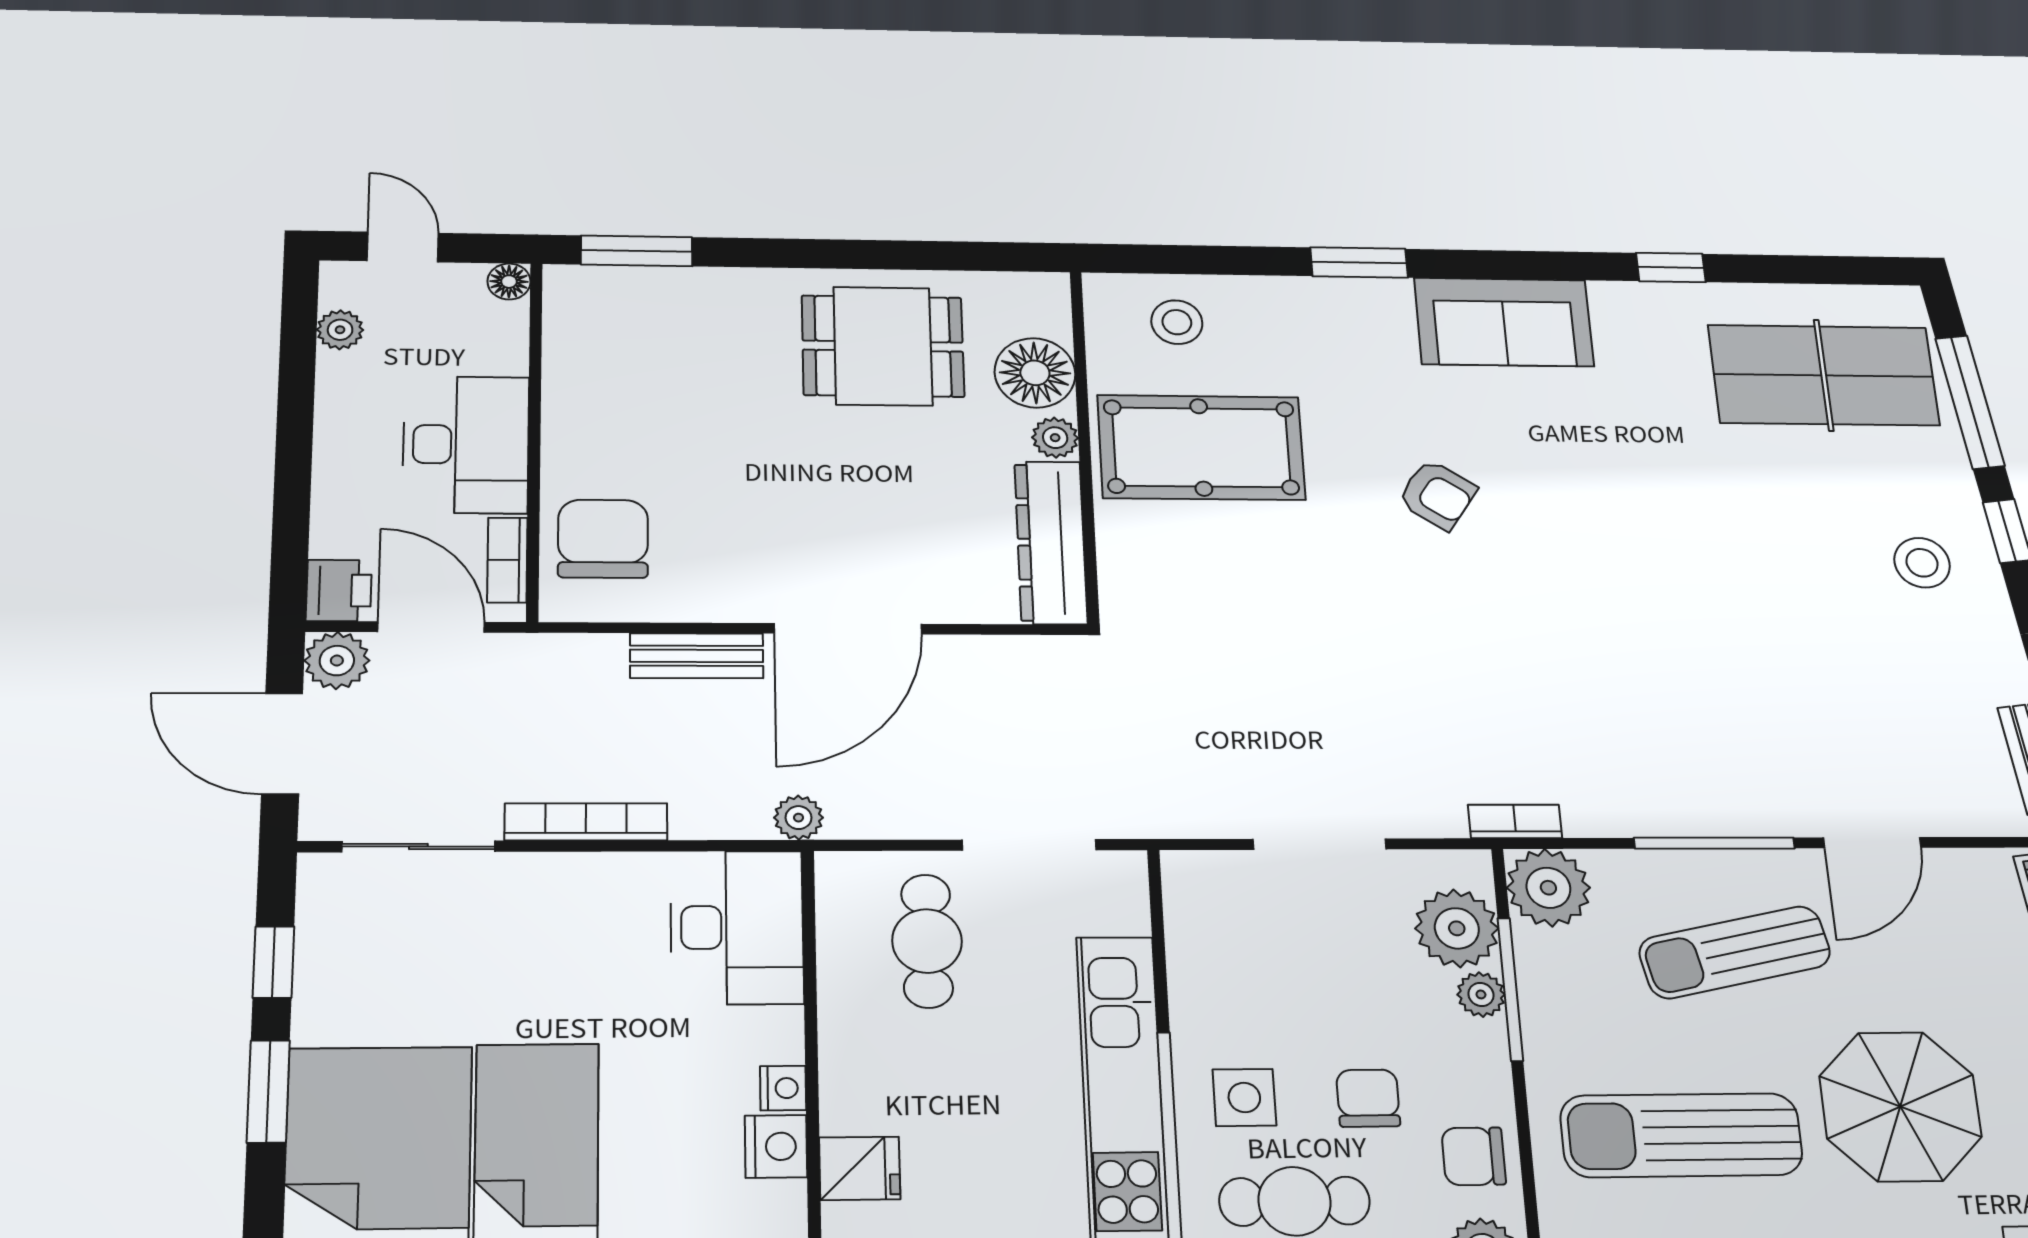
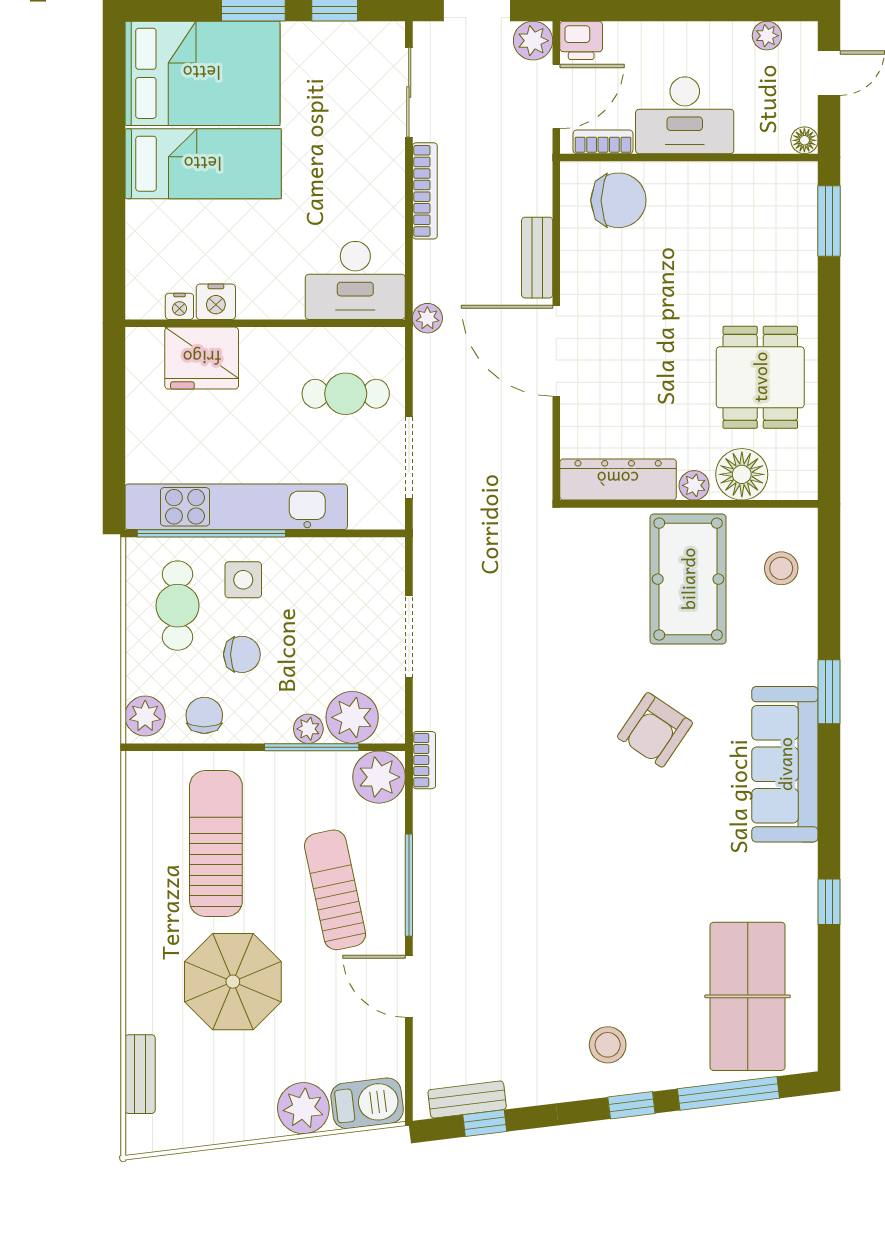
sofa: (1504, 322) -> (785, 764), width x1.36
armchair: (1437, 495) -> (655, 730), width x1.38, depth x1.38
nightstand: (783, 1088) -> (179, 306), moved
fridge: (860, 1168) -> (202, 358), width x1.88, depth x1.34

